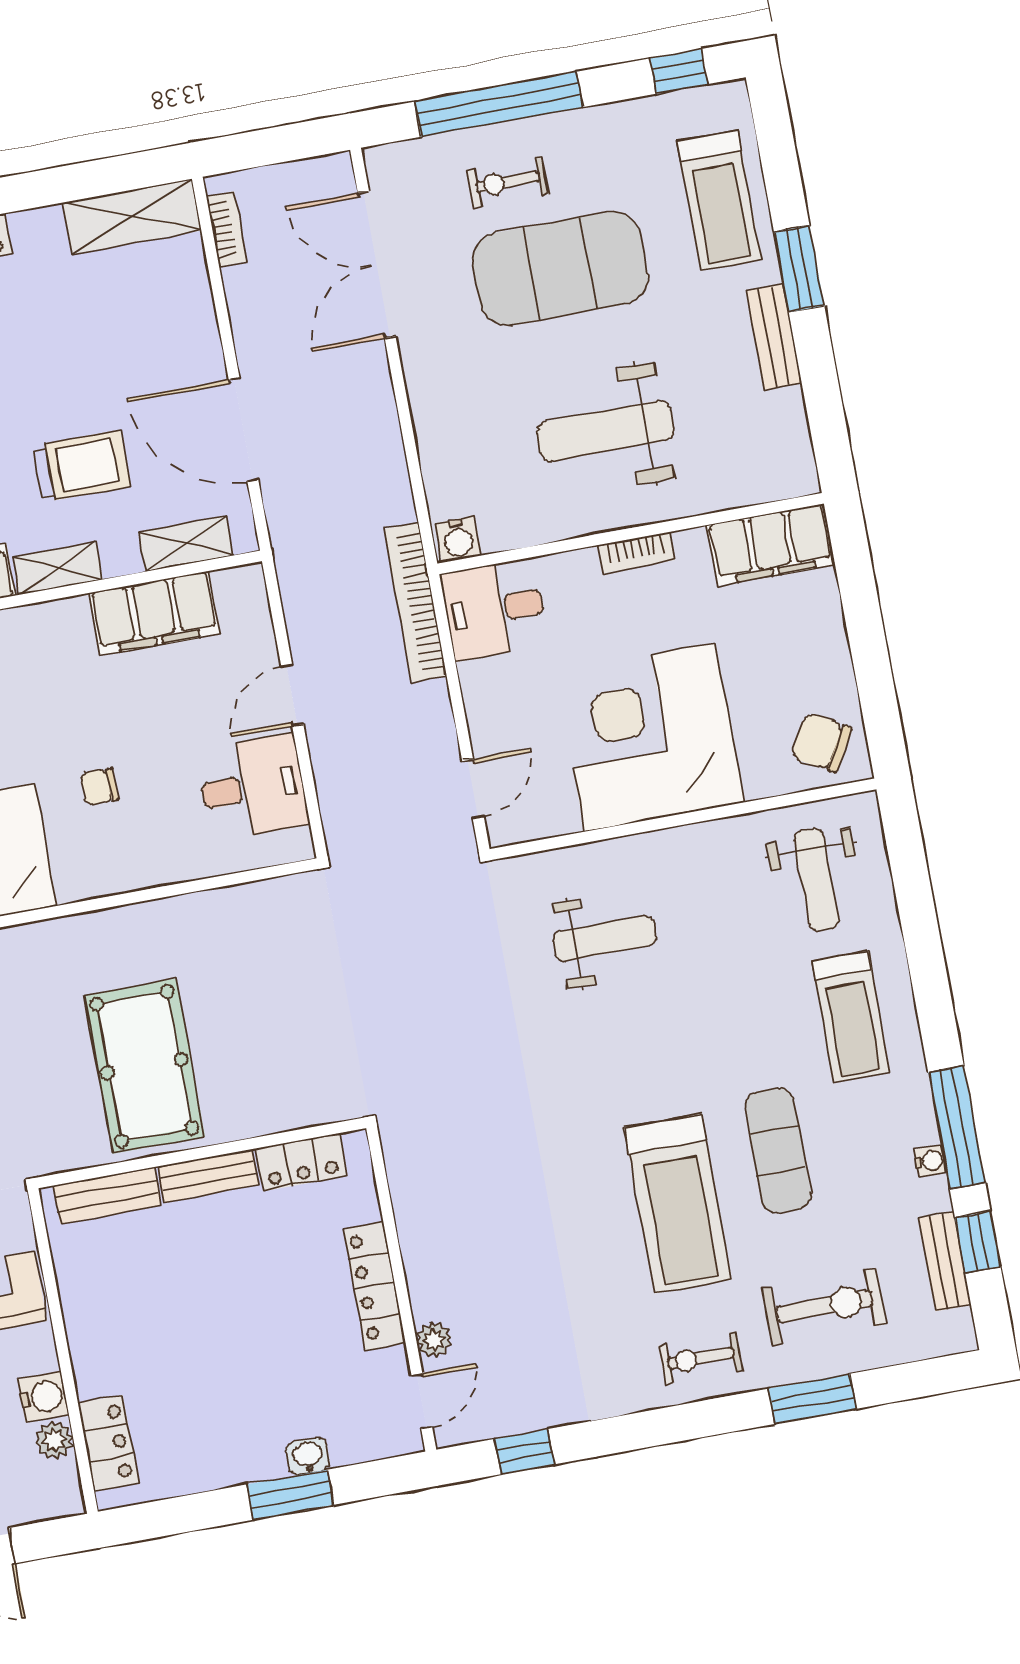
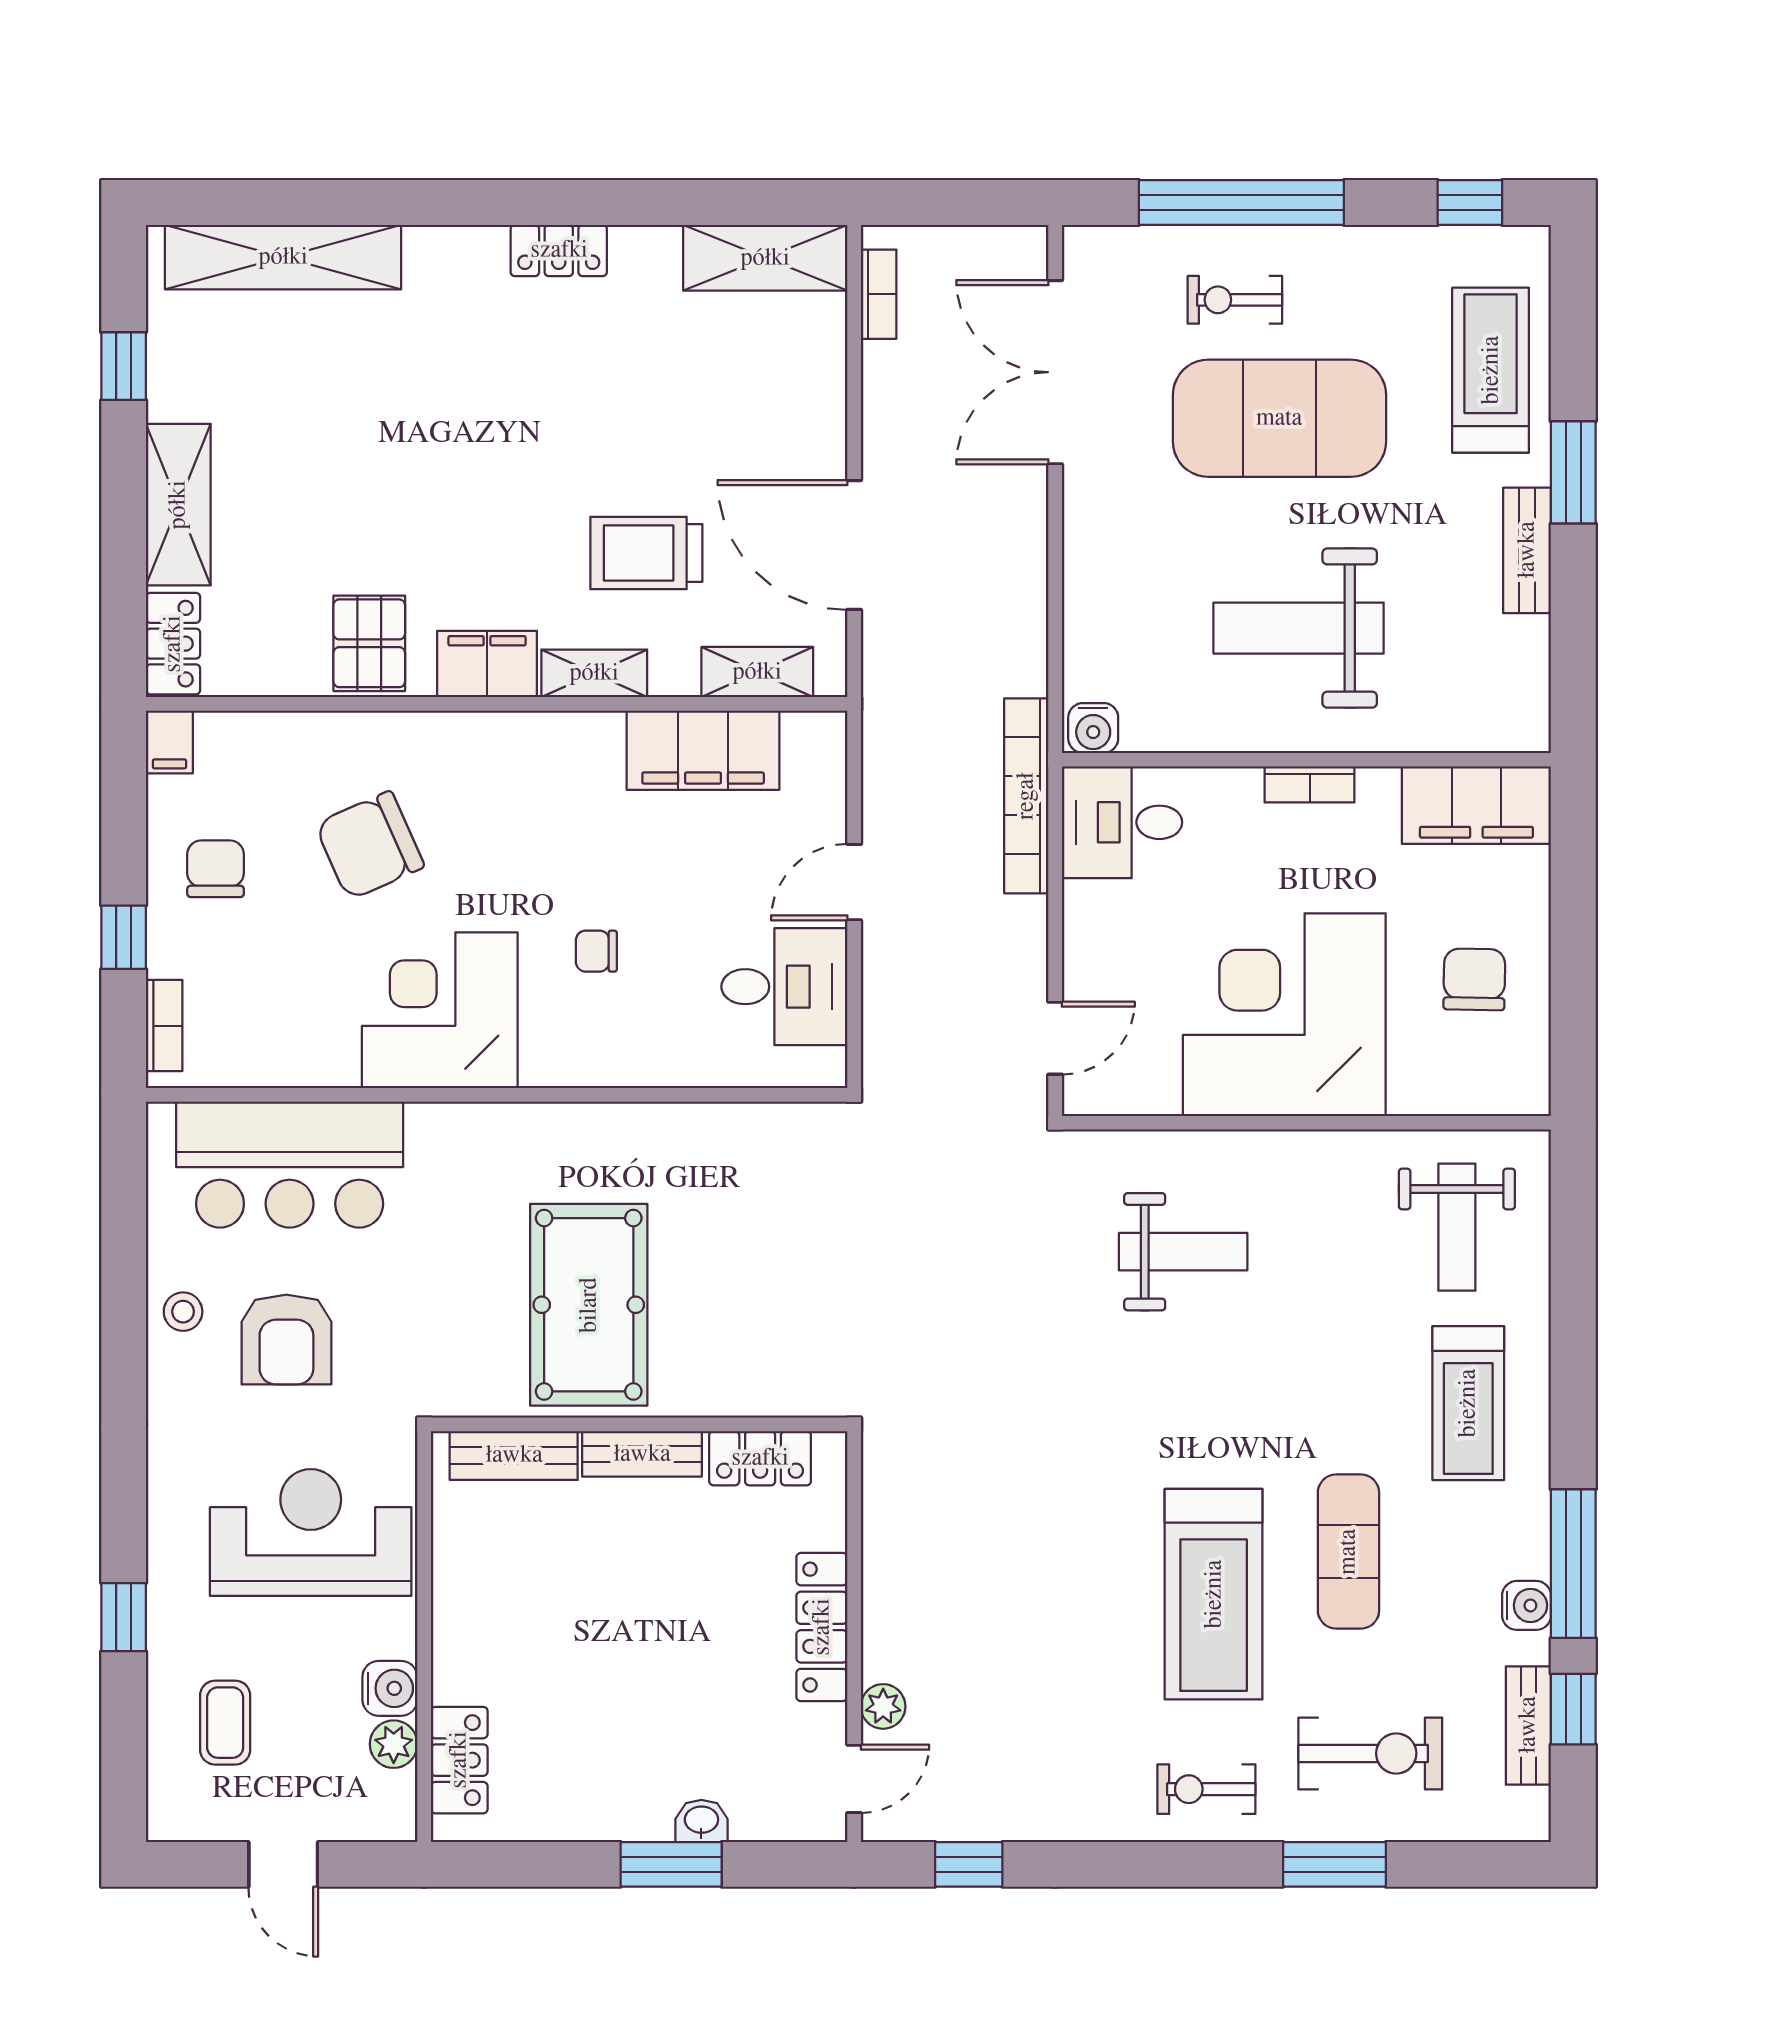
treadmill: (719, 200) -> (1491, 370), turned 180
trolley: (81, 466) -> (646, 553), turned 180
chair: (821, 742) -> (1474, 979), moved, turned 61
water cooler: (930, 1161) -> (1527, 1605), width x1.38, depth x1.38

